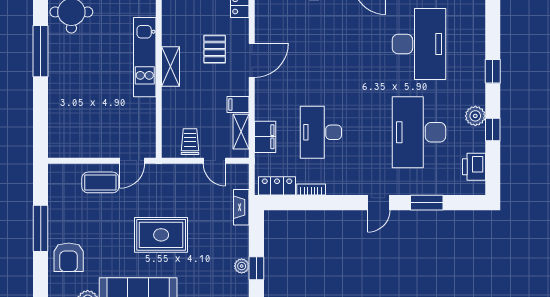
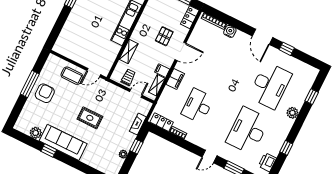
shelving: (170, 67) -> (129, 51), moved
window: (493, 71) -> (312, 97), moved
plant: (475, 116) -> (292, 113), moved
filing cabinet: (265, 137) -> (175, 79), moved
door: (214, 161) -> (136, 93), swing flipped
rug: (161, 235) -> (90, 118), width x0.73, depth x0.70
armchair: (69, 257) -> (45, 93), moved, turned 180
window: (256, 268) -> (136, 147), moved

